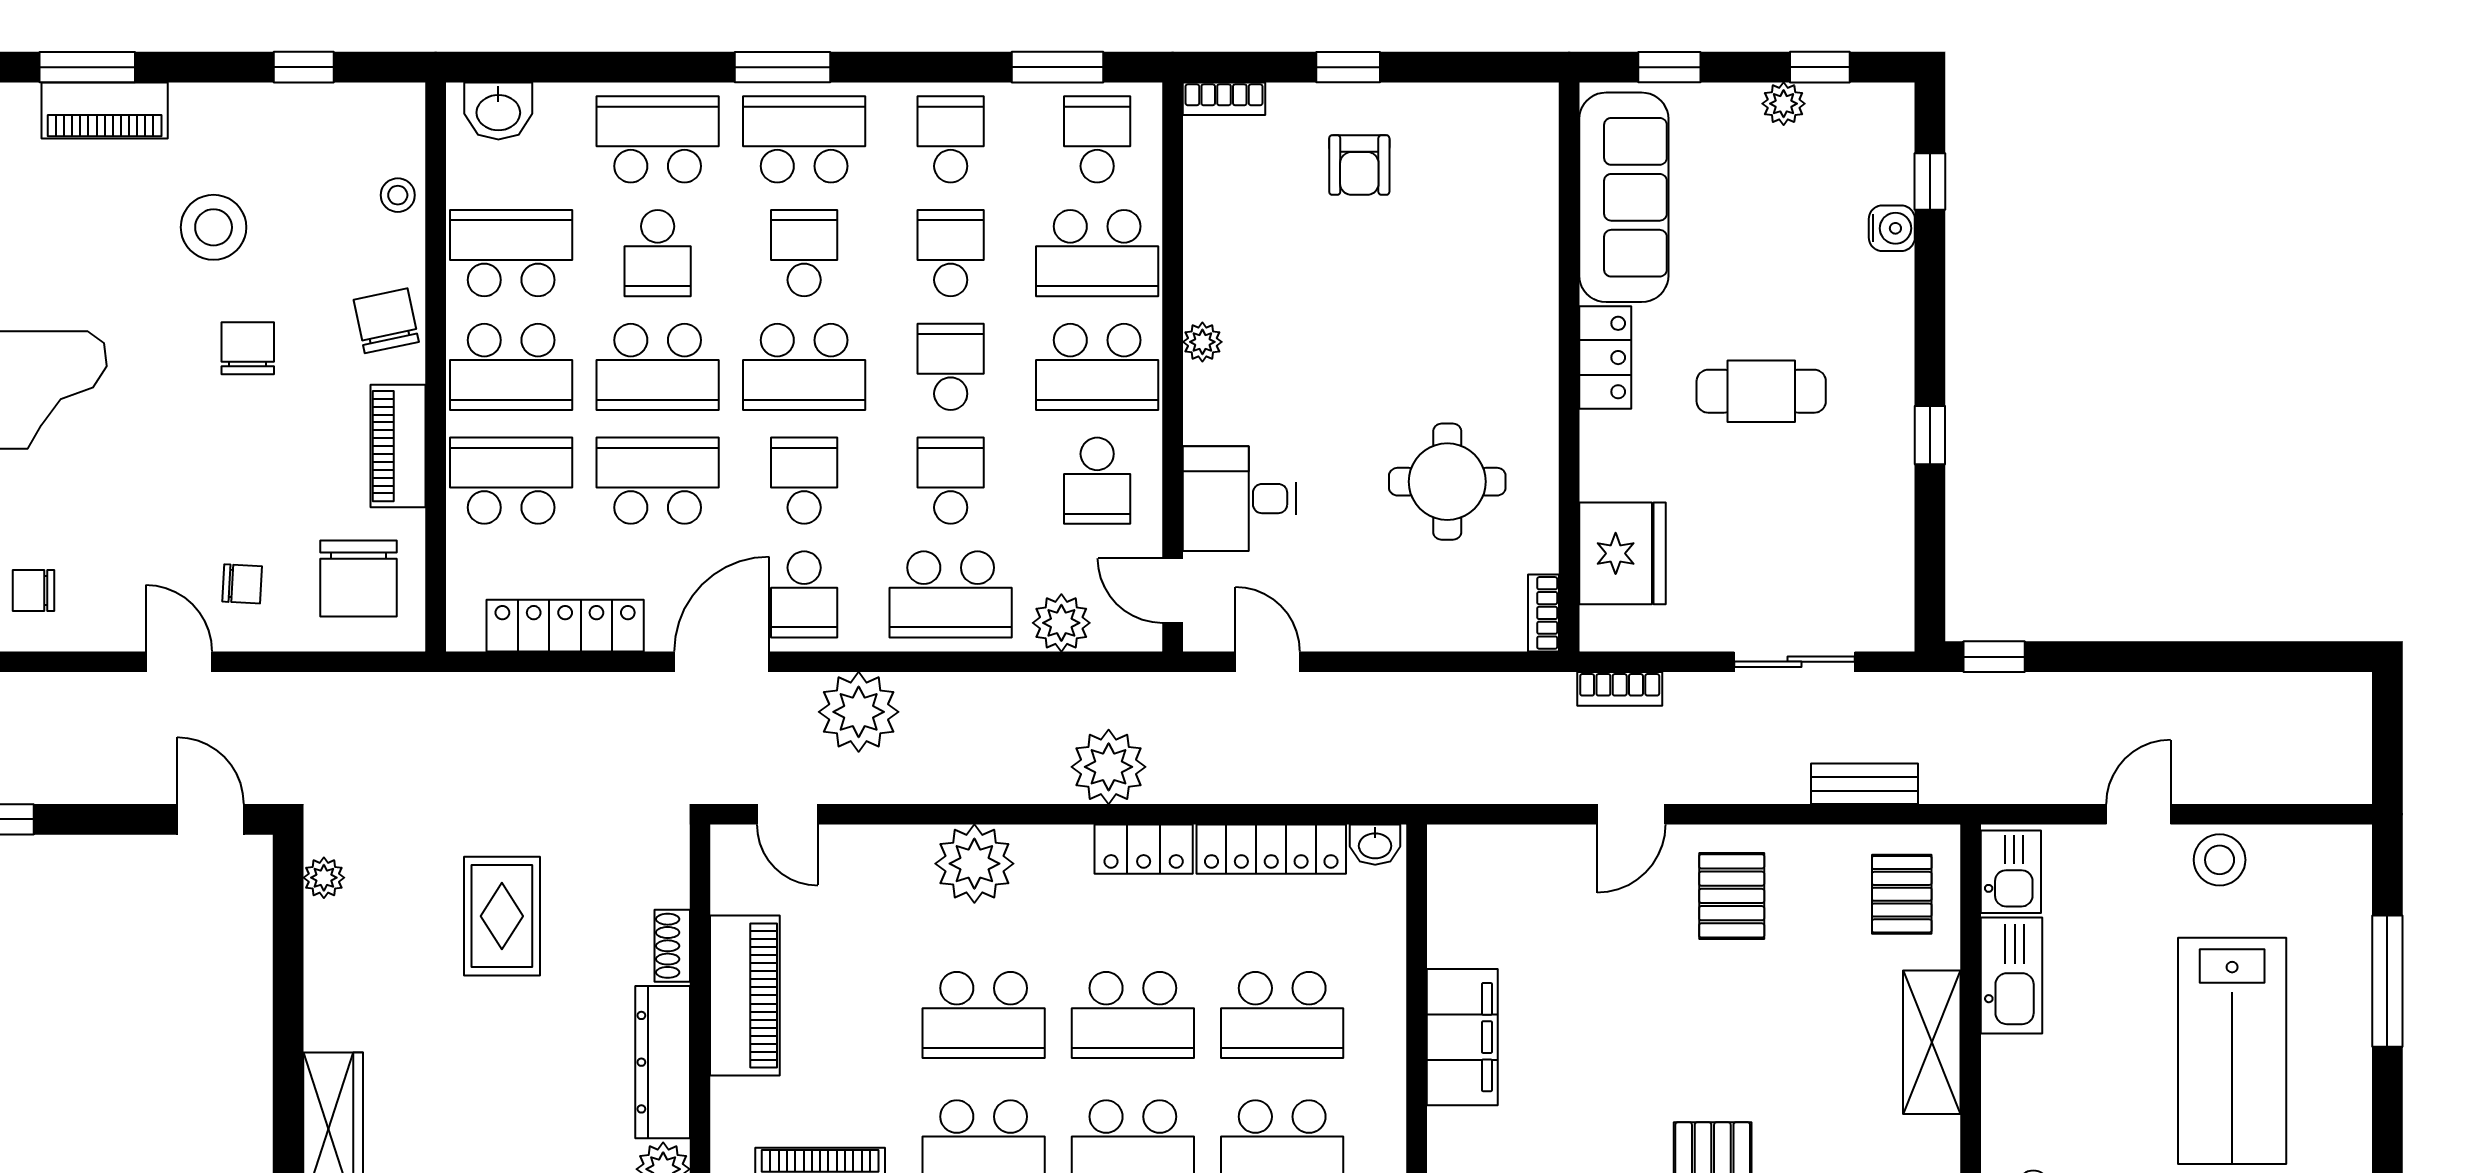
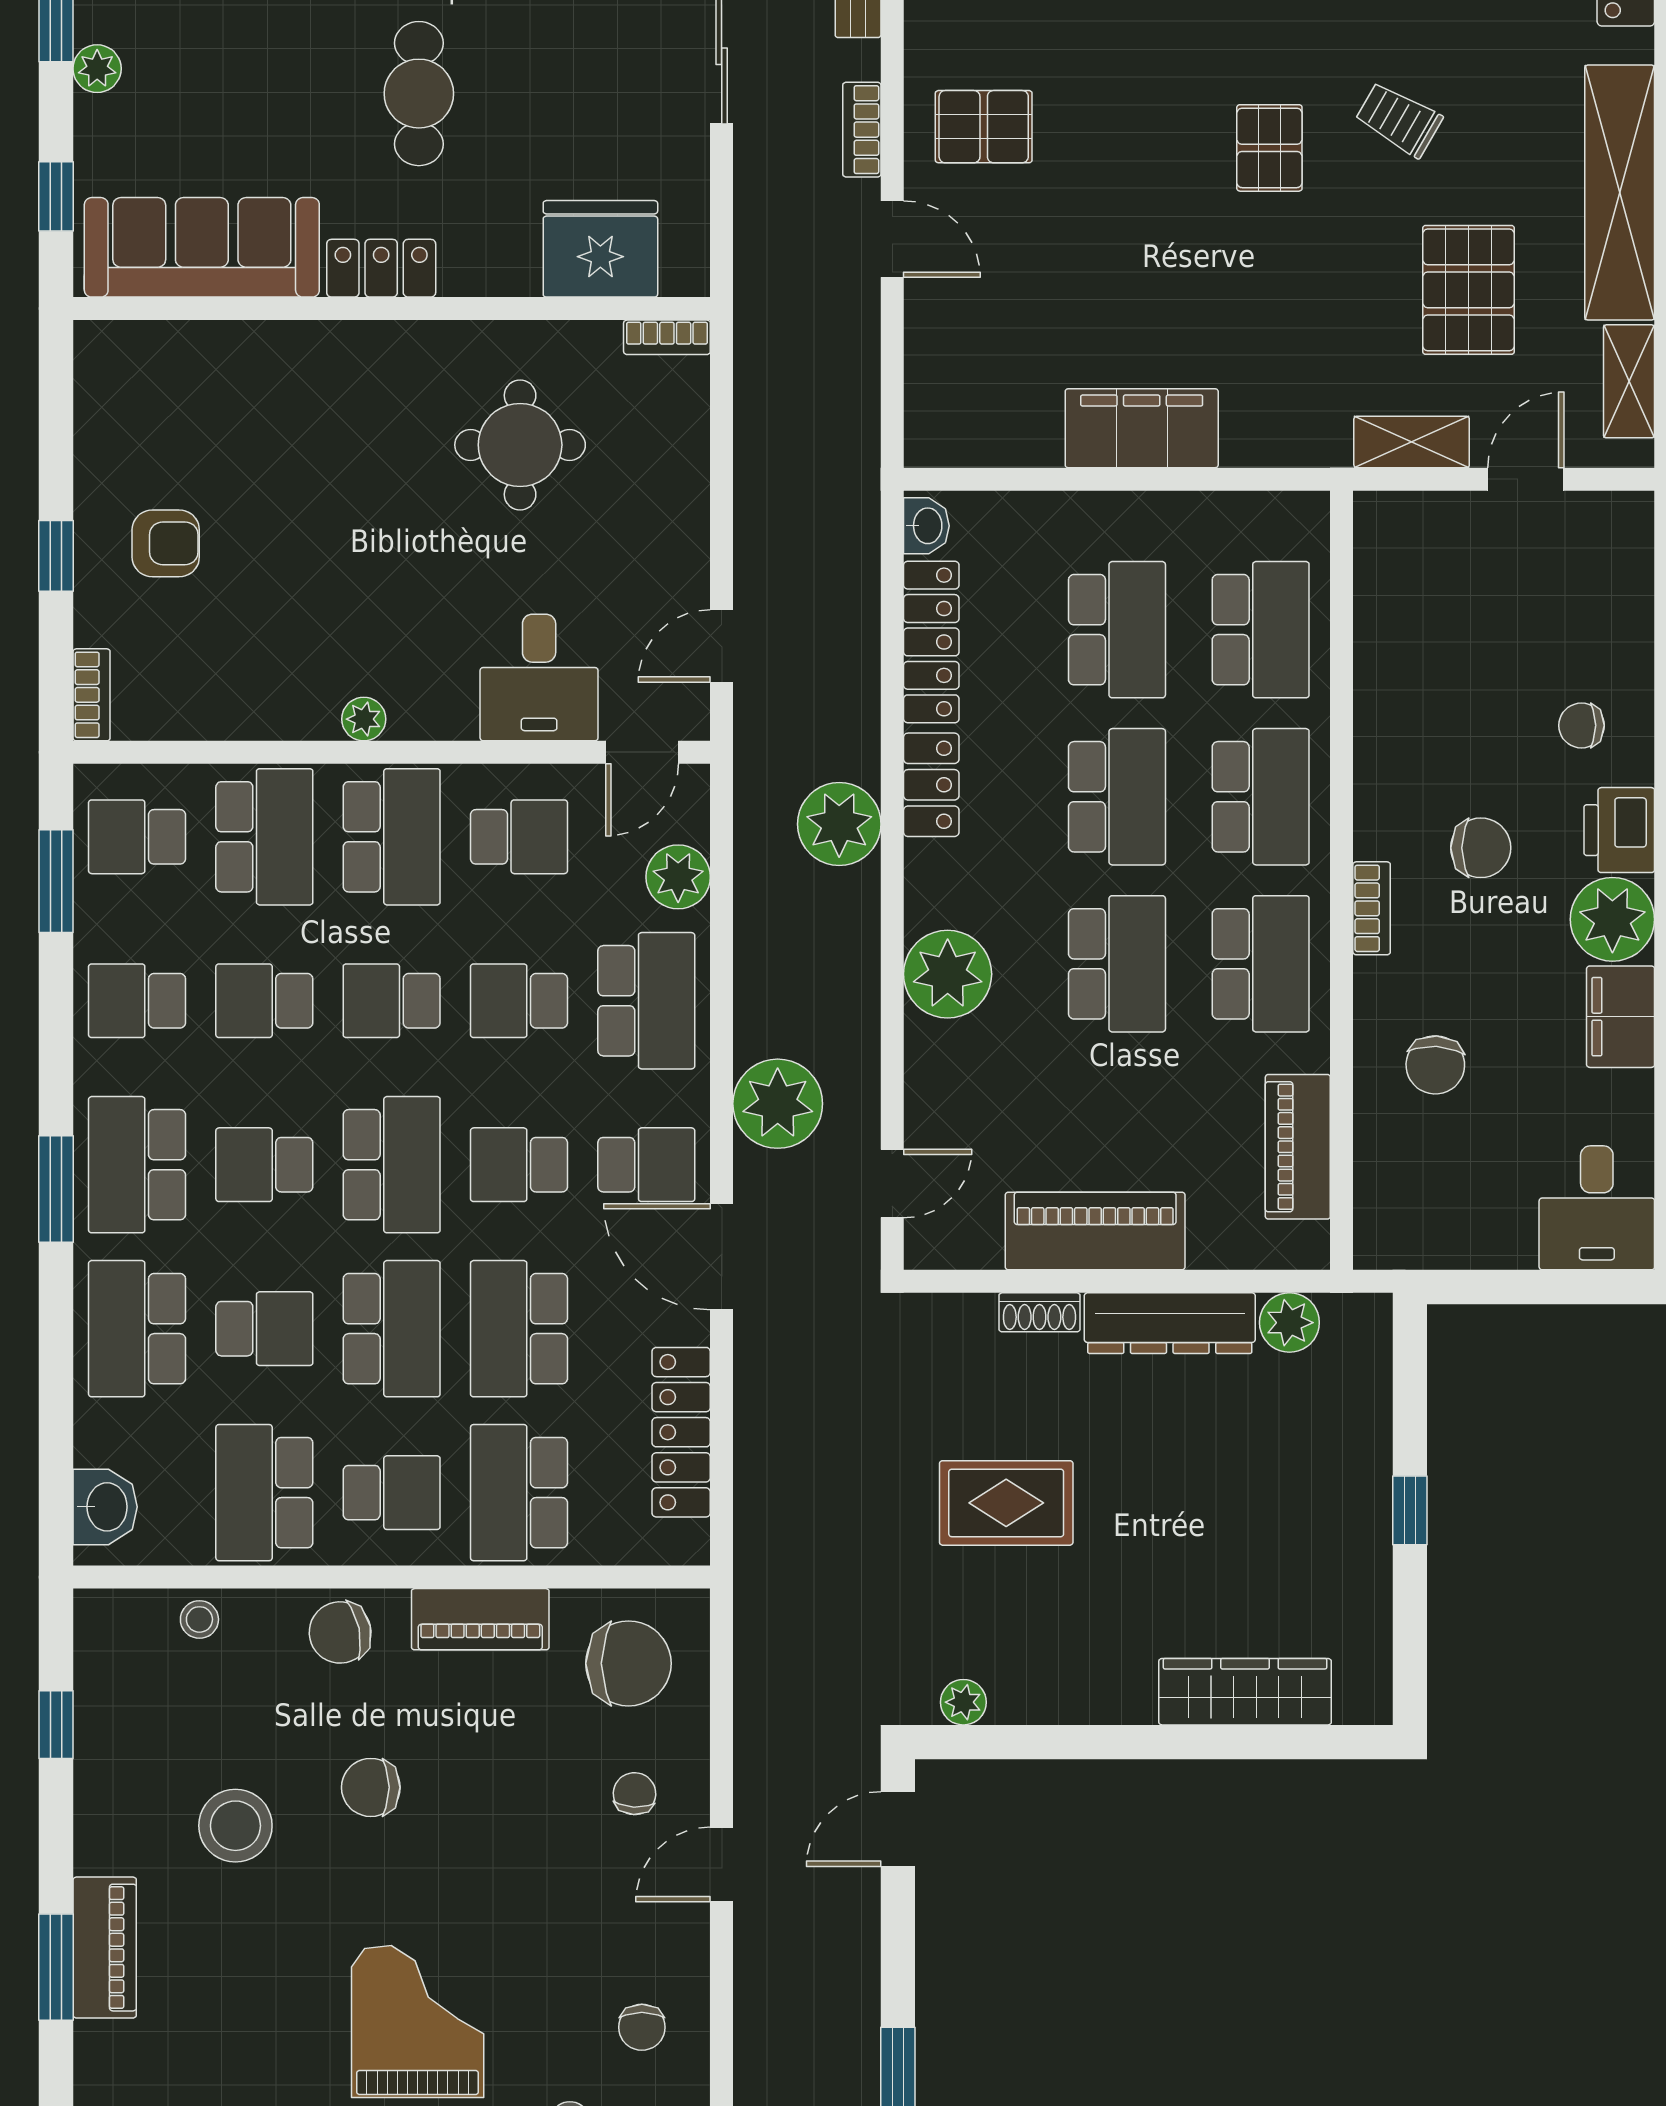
school desk: (511, 367) -> (392, 1493), width x0.54
bookcase: (1620, 689) -> (862, 130), moved, turned 180

